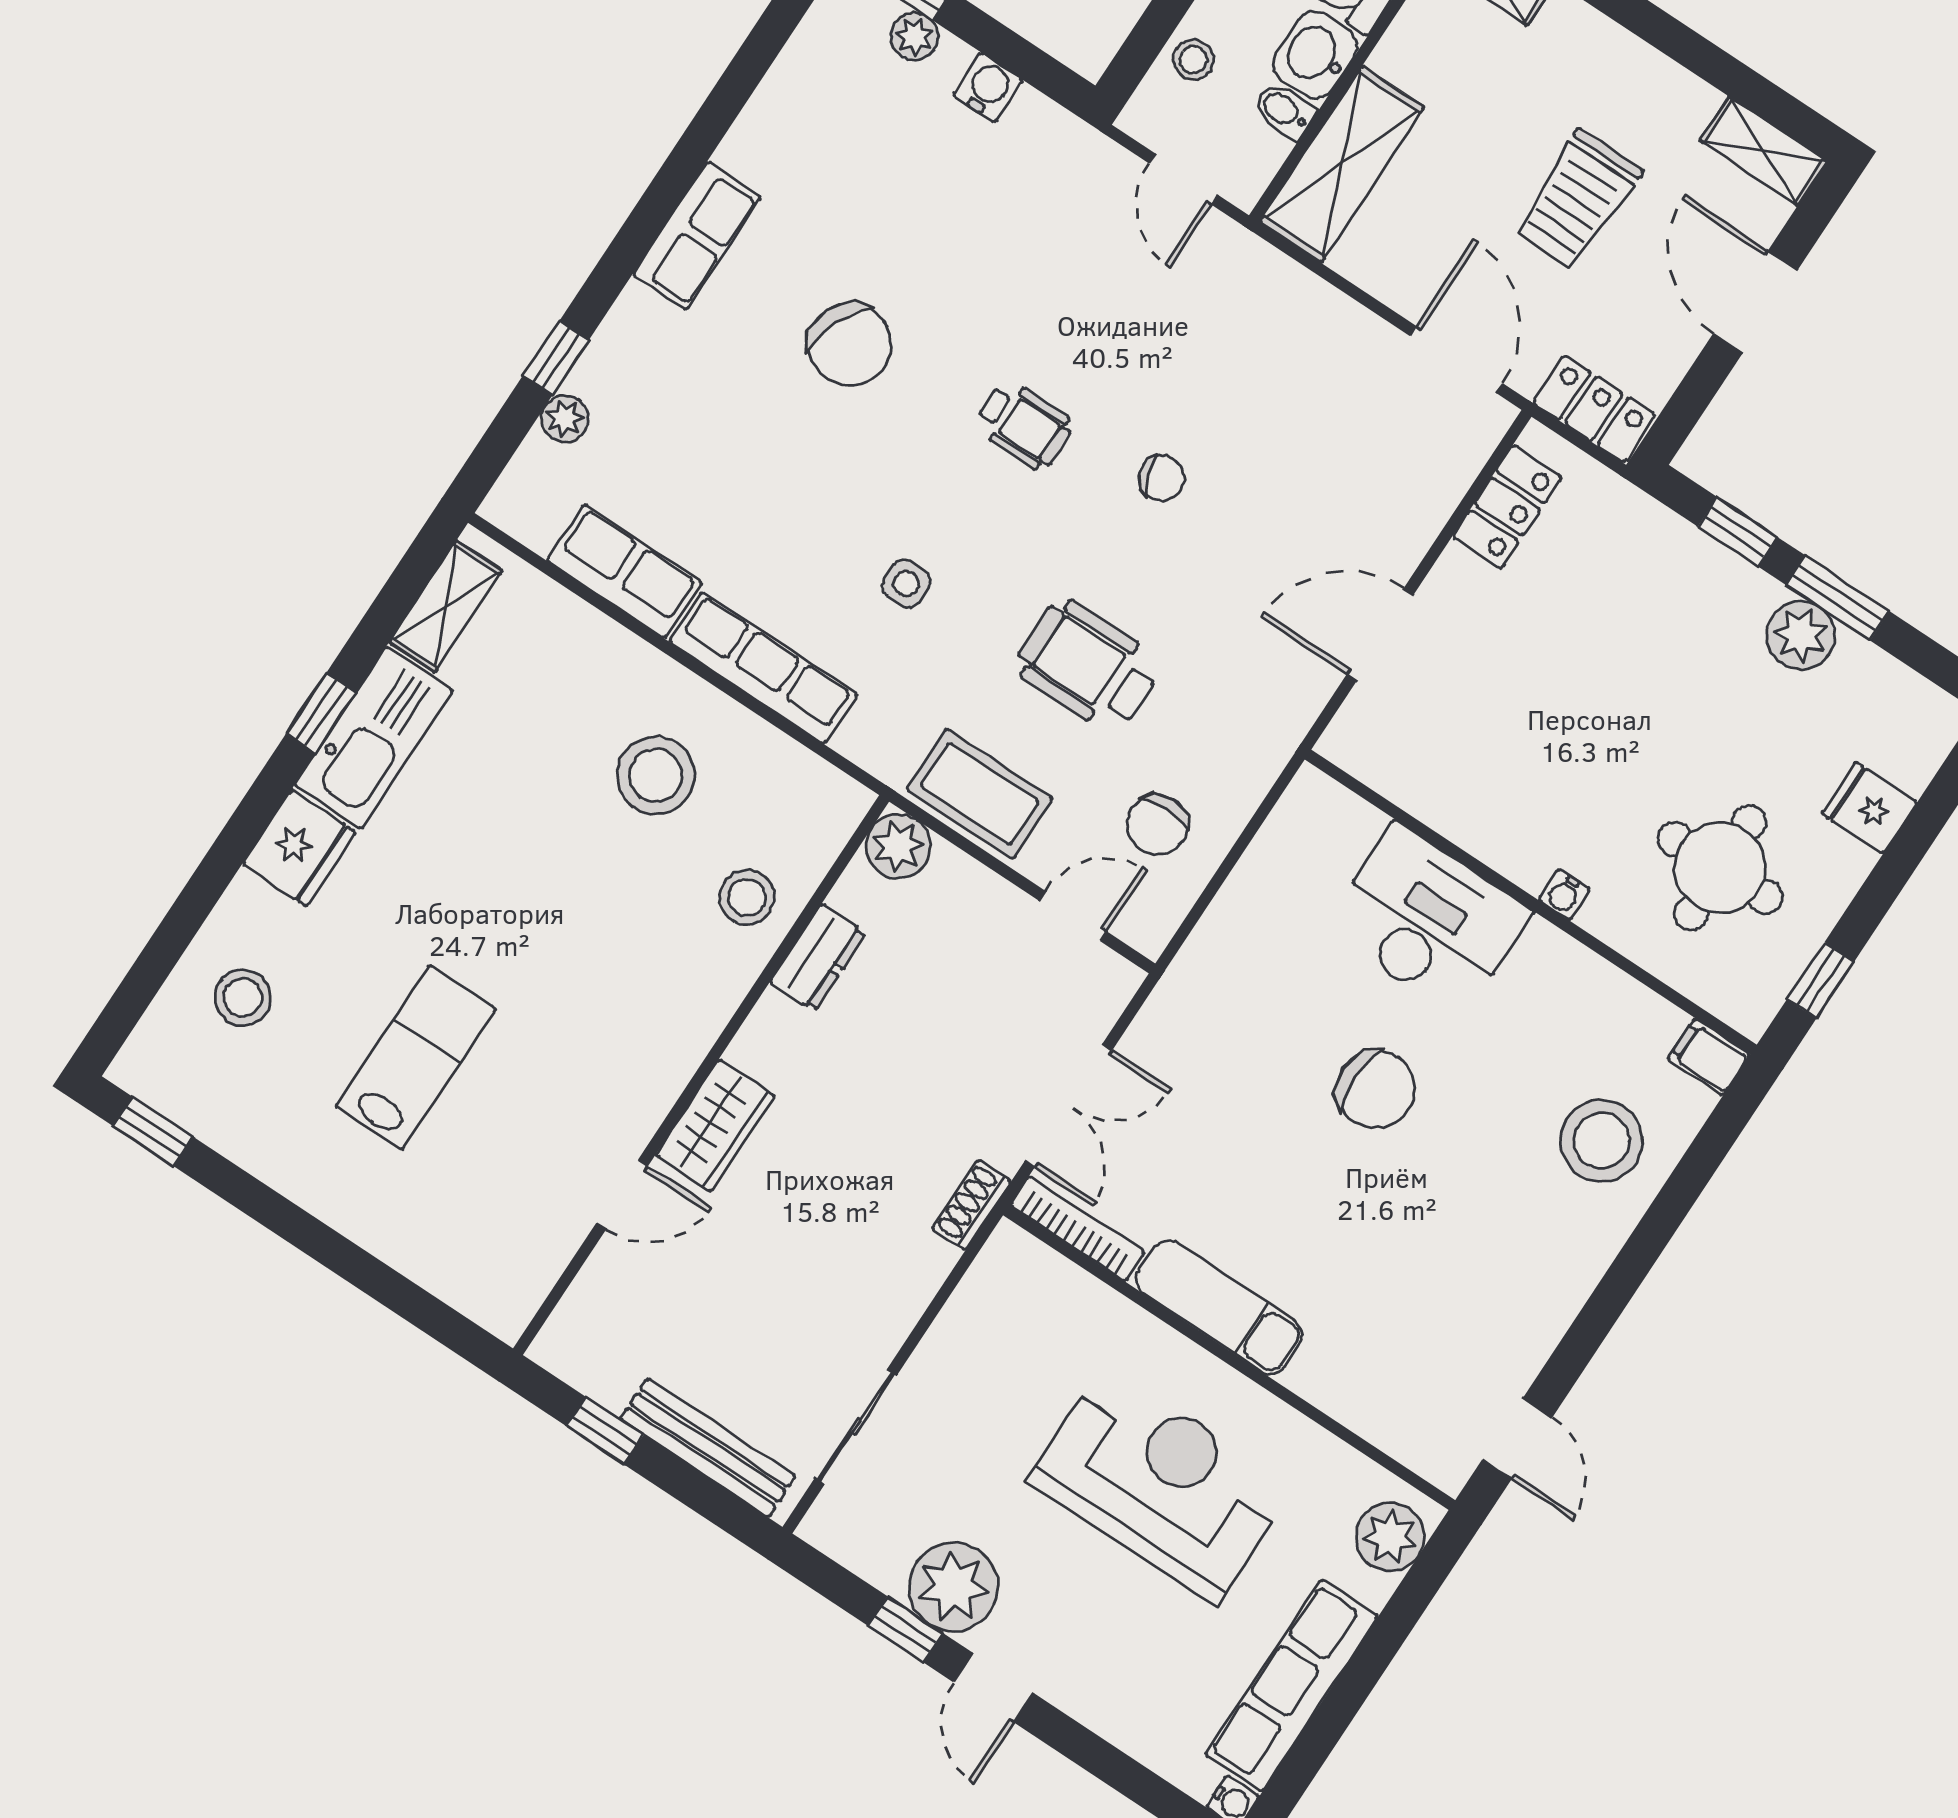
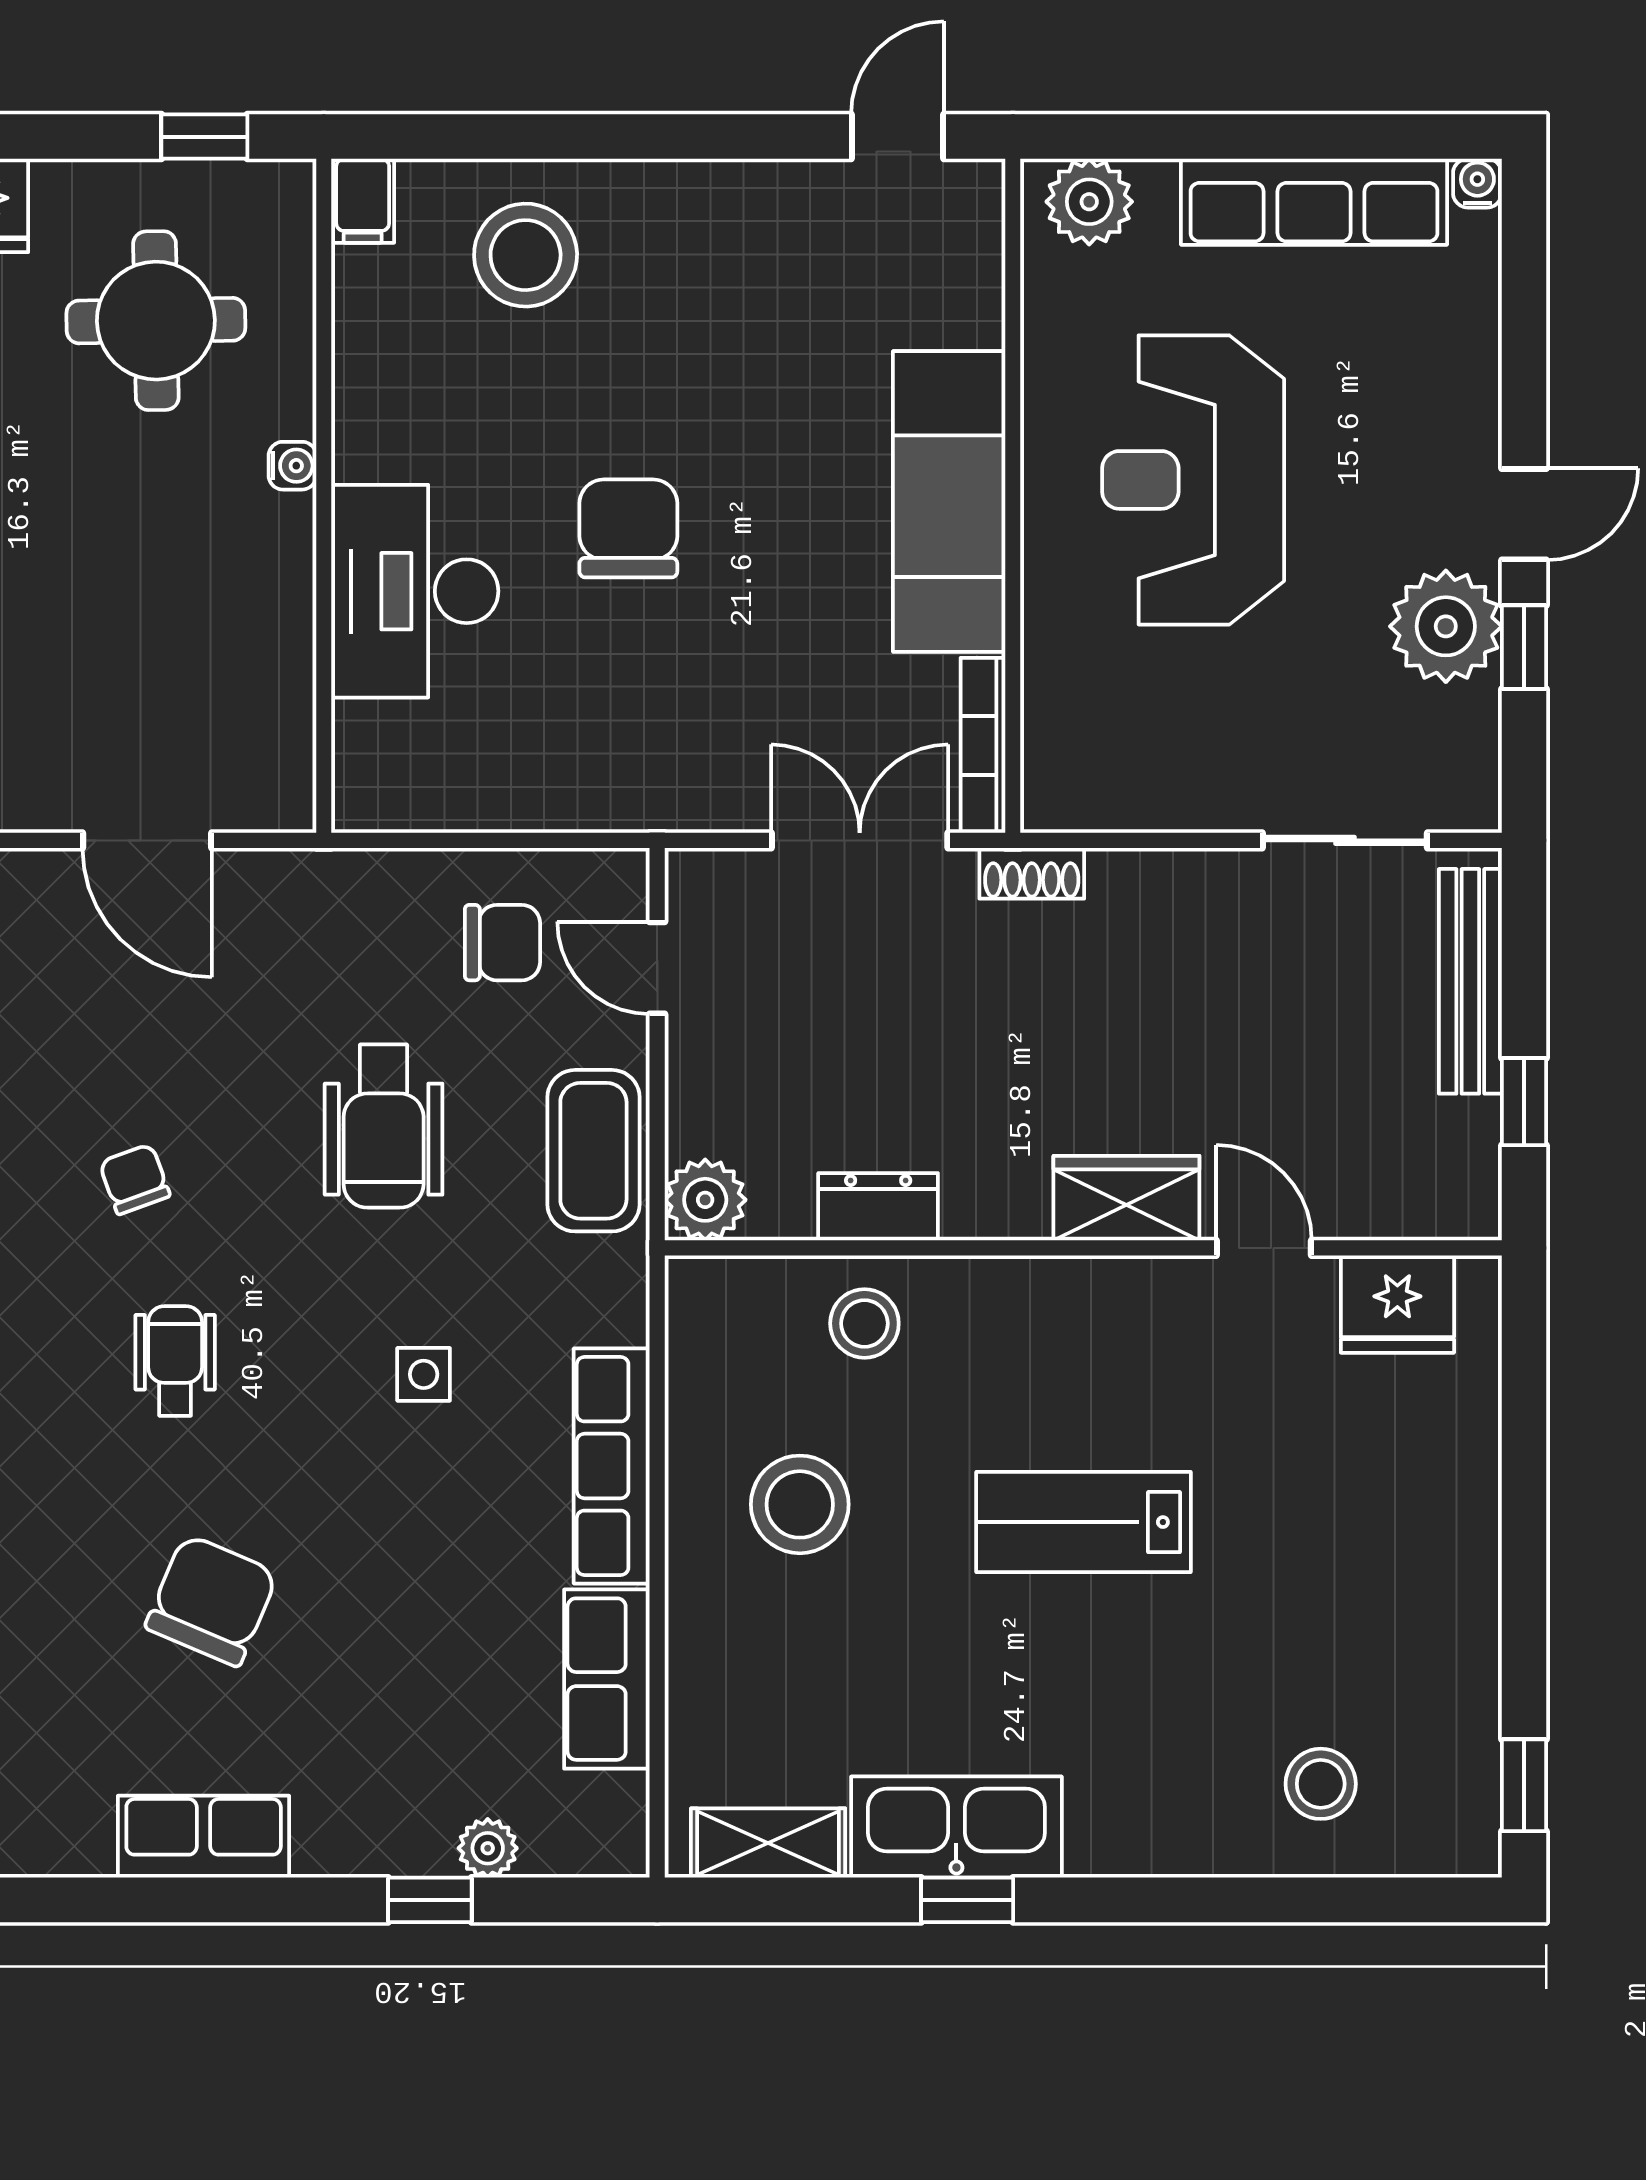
fridge: (299, 848) -> (1397, 1304), moved, turned 180
lab bench: (416, 1057) -> (1084, 1522), moved
exam couch: (1219, 1307) -> (949, 502), width x1.36, depth x1.45

